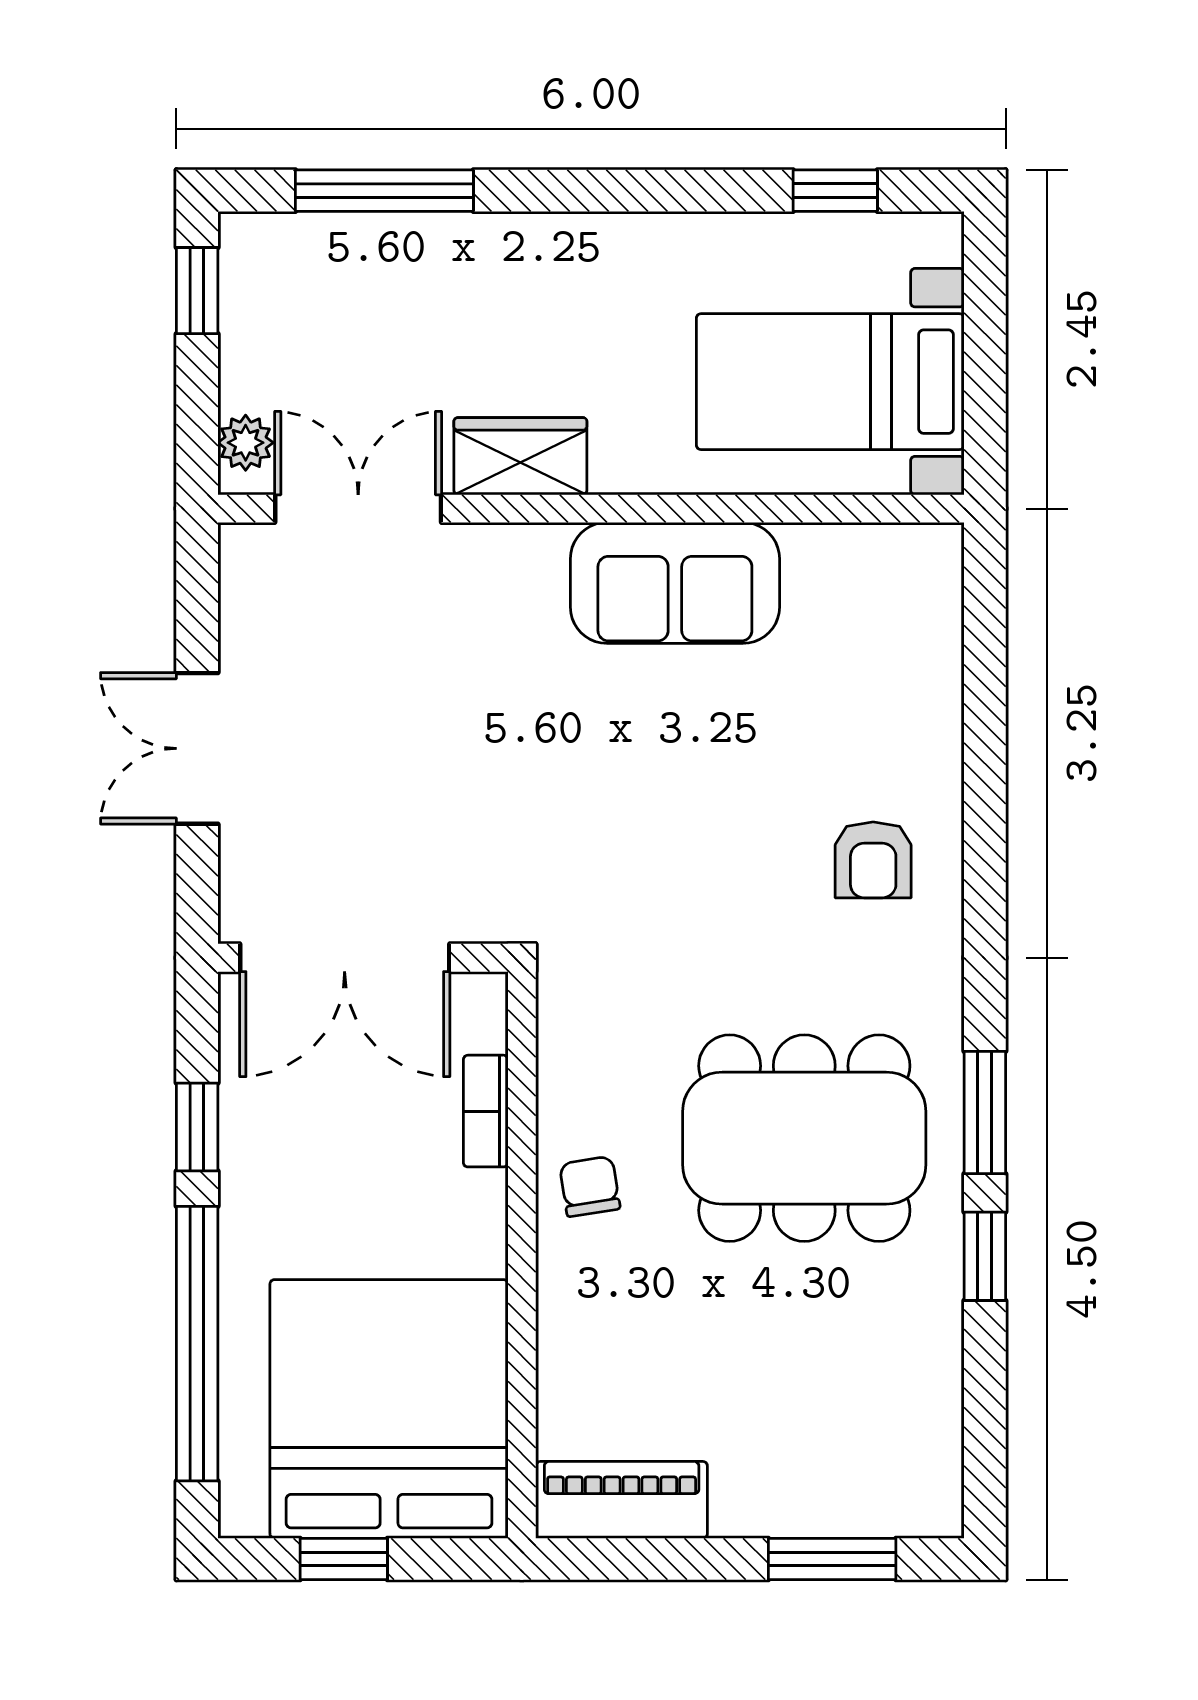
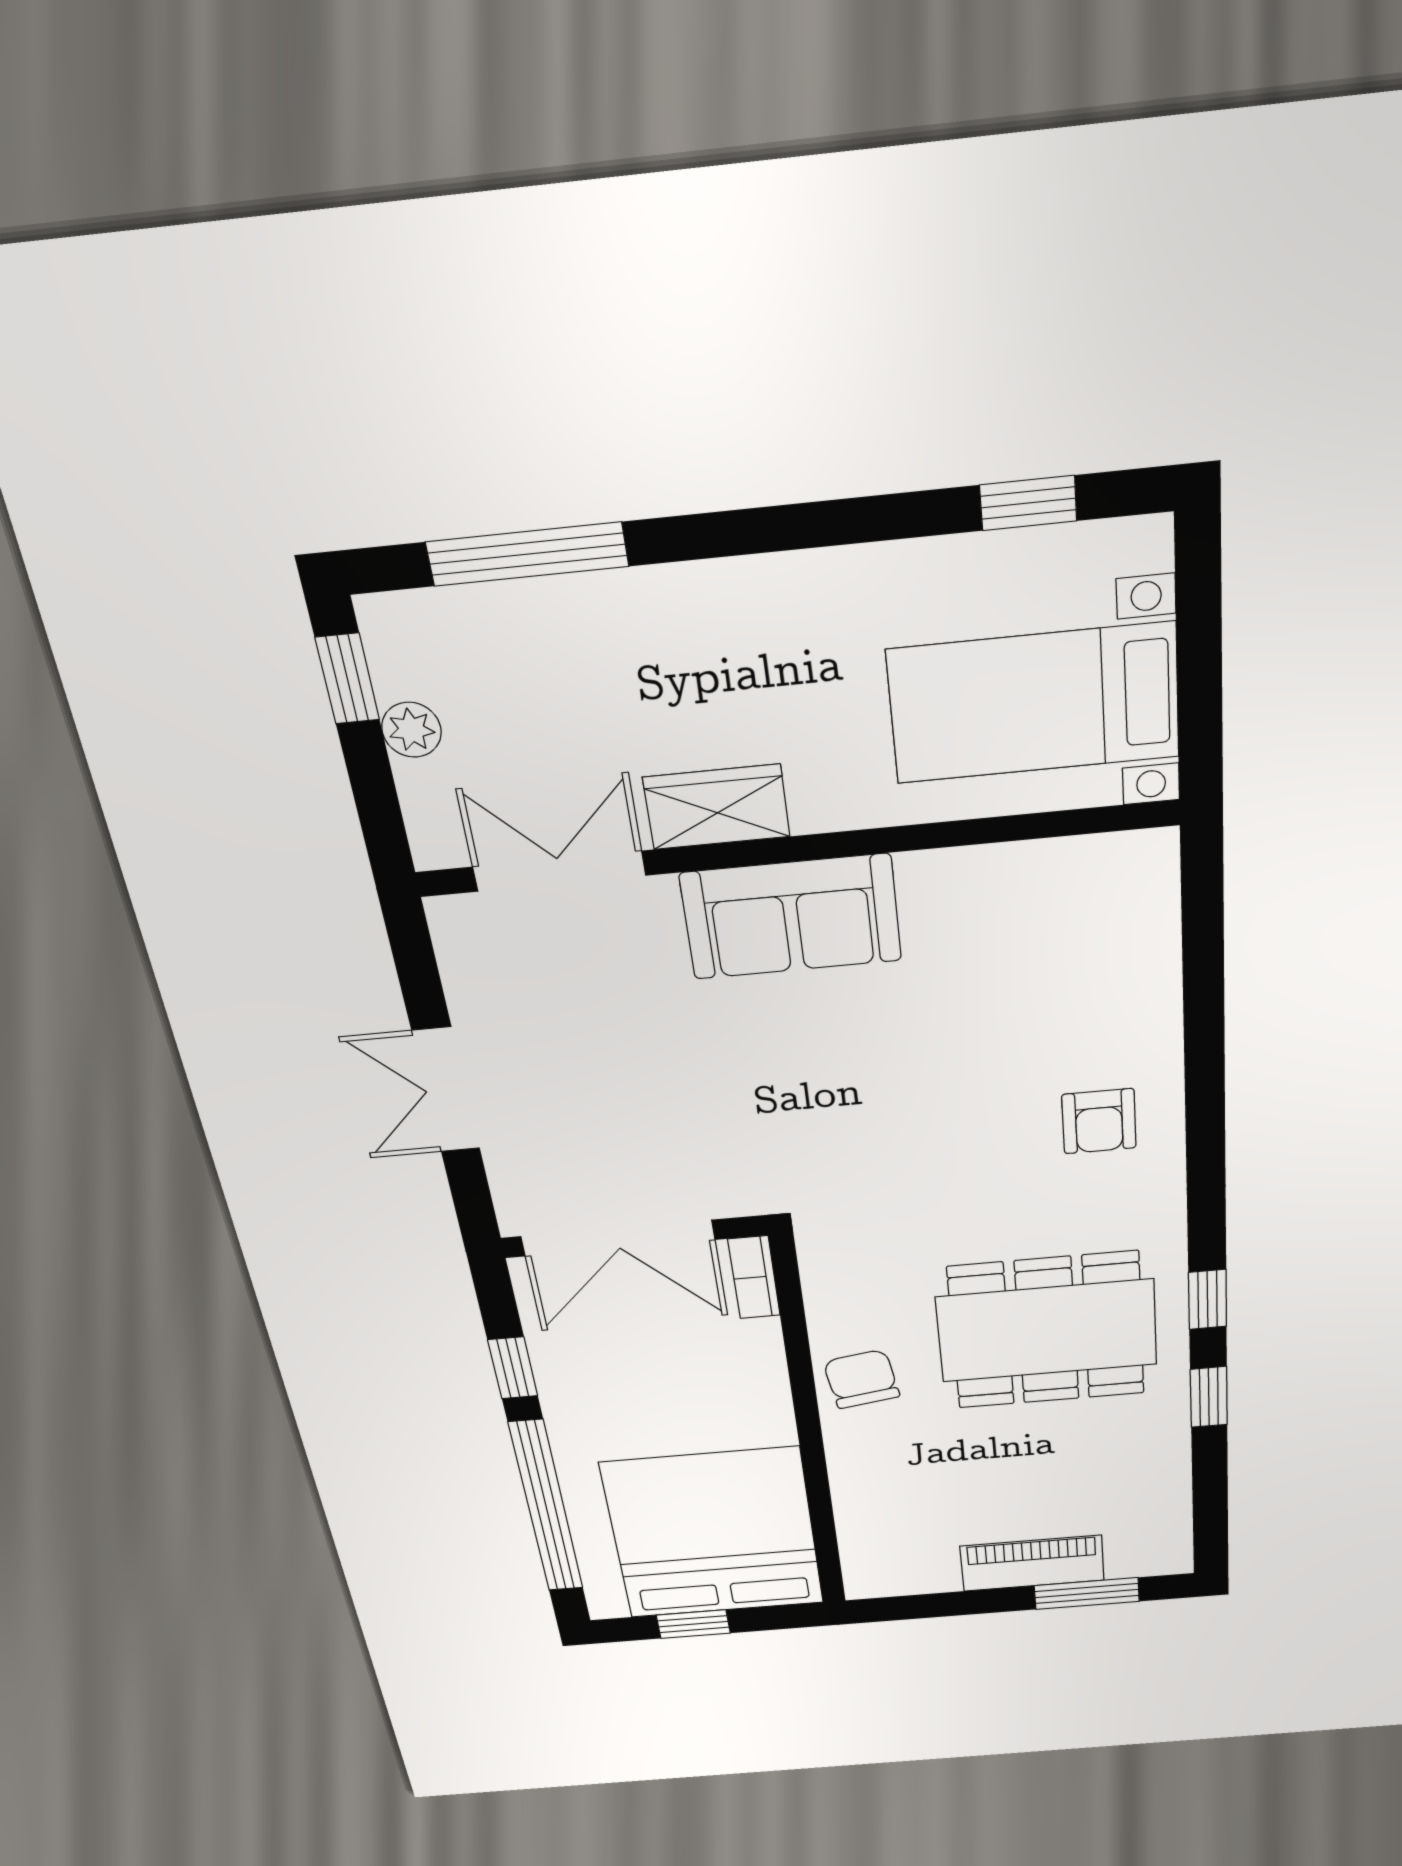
plant: (246, 443) -> (411, 730), moved
sofa: (675, 583) -> (791, 917), moved
bookcase: (486, 1111) -> (754, 1277), moved
window: (985, 1113) -> (1208, 1299), width x0.67
chair: (590, 1186) -> (862, 1379), width x1.37, depth x1.37
piano: (622, 1500) -> (1032, 1563), moved

